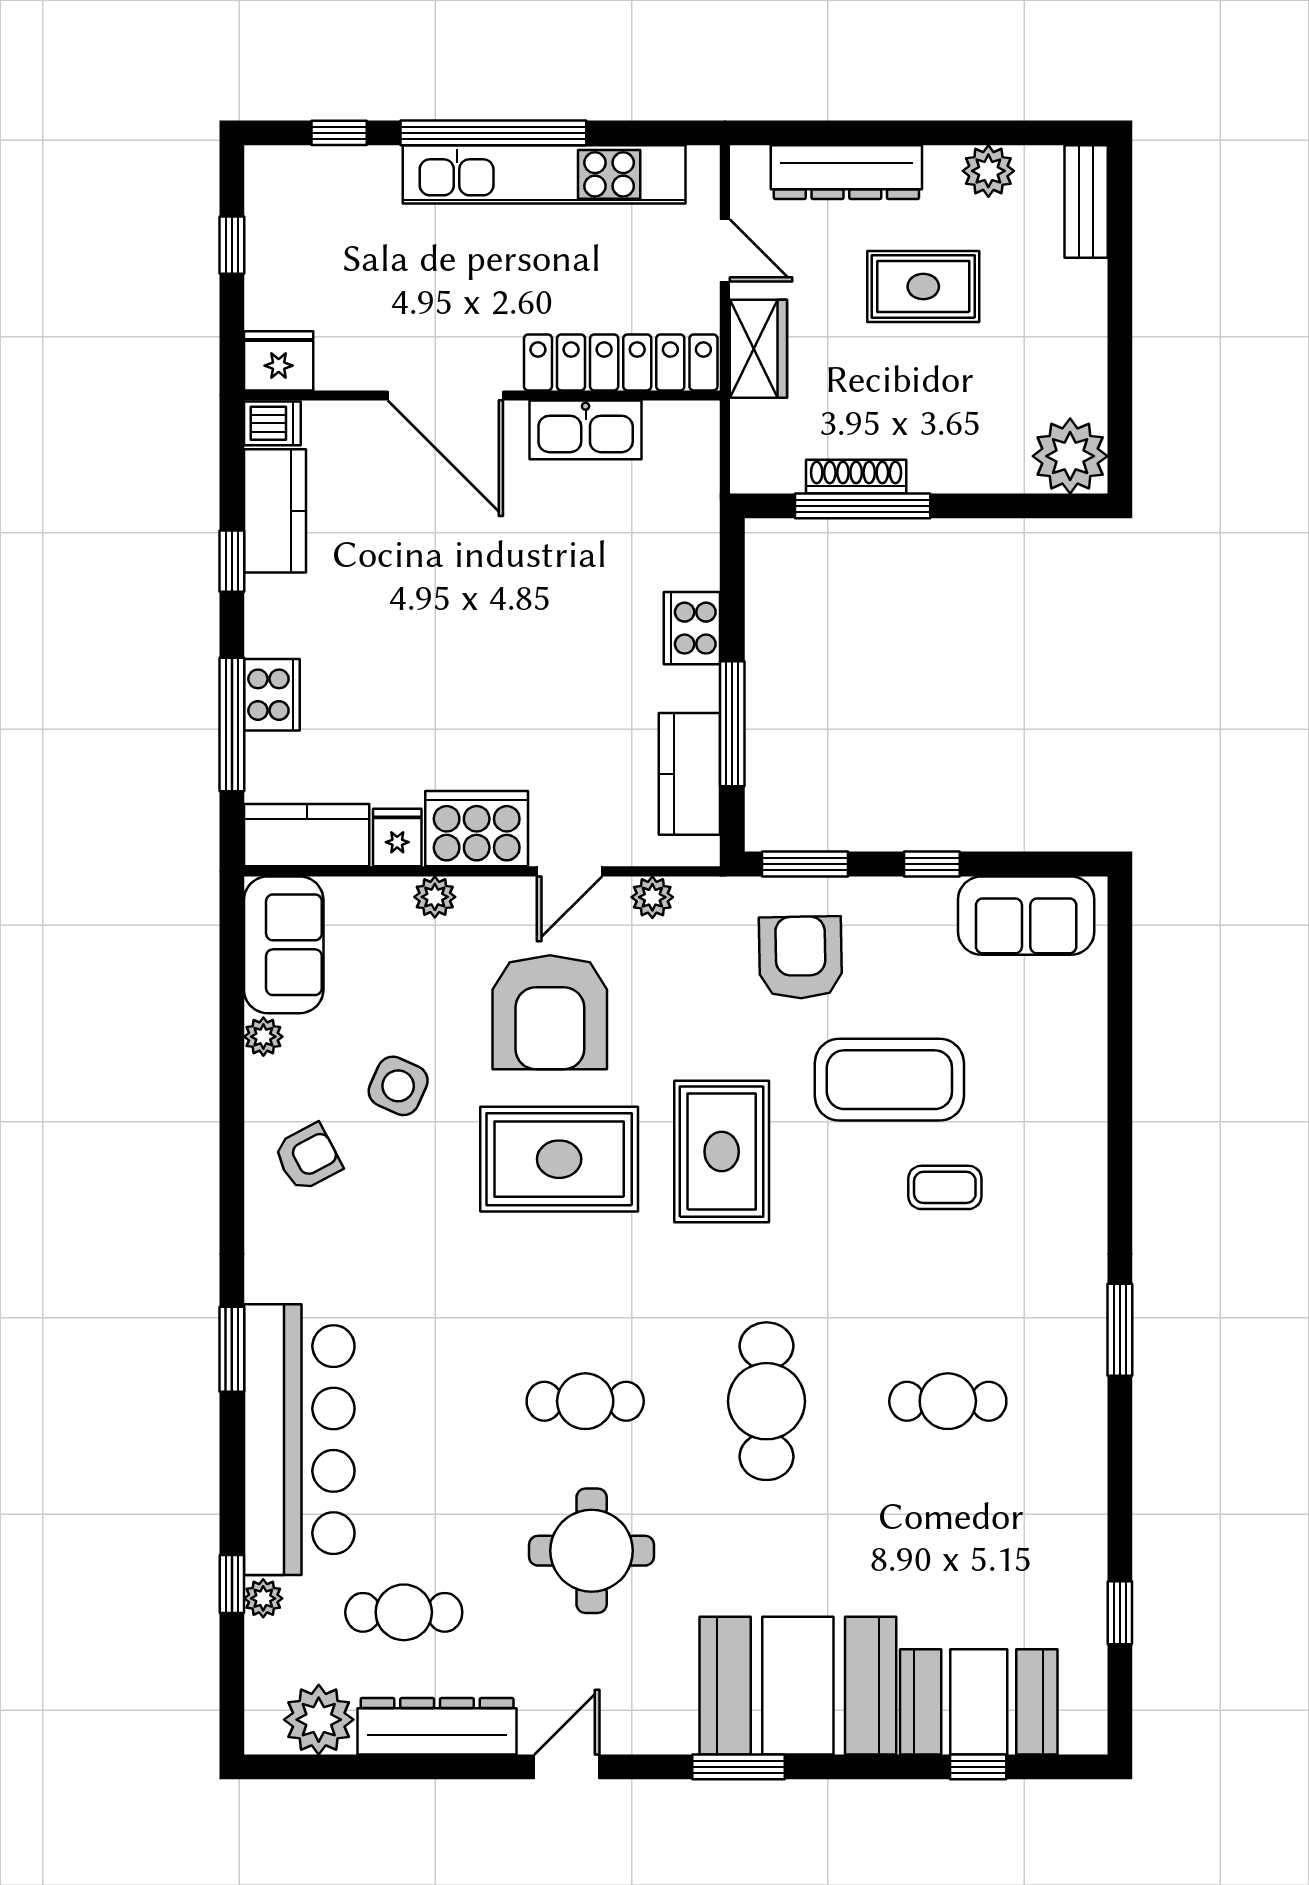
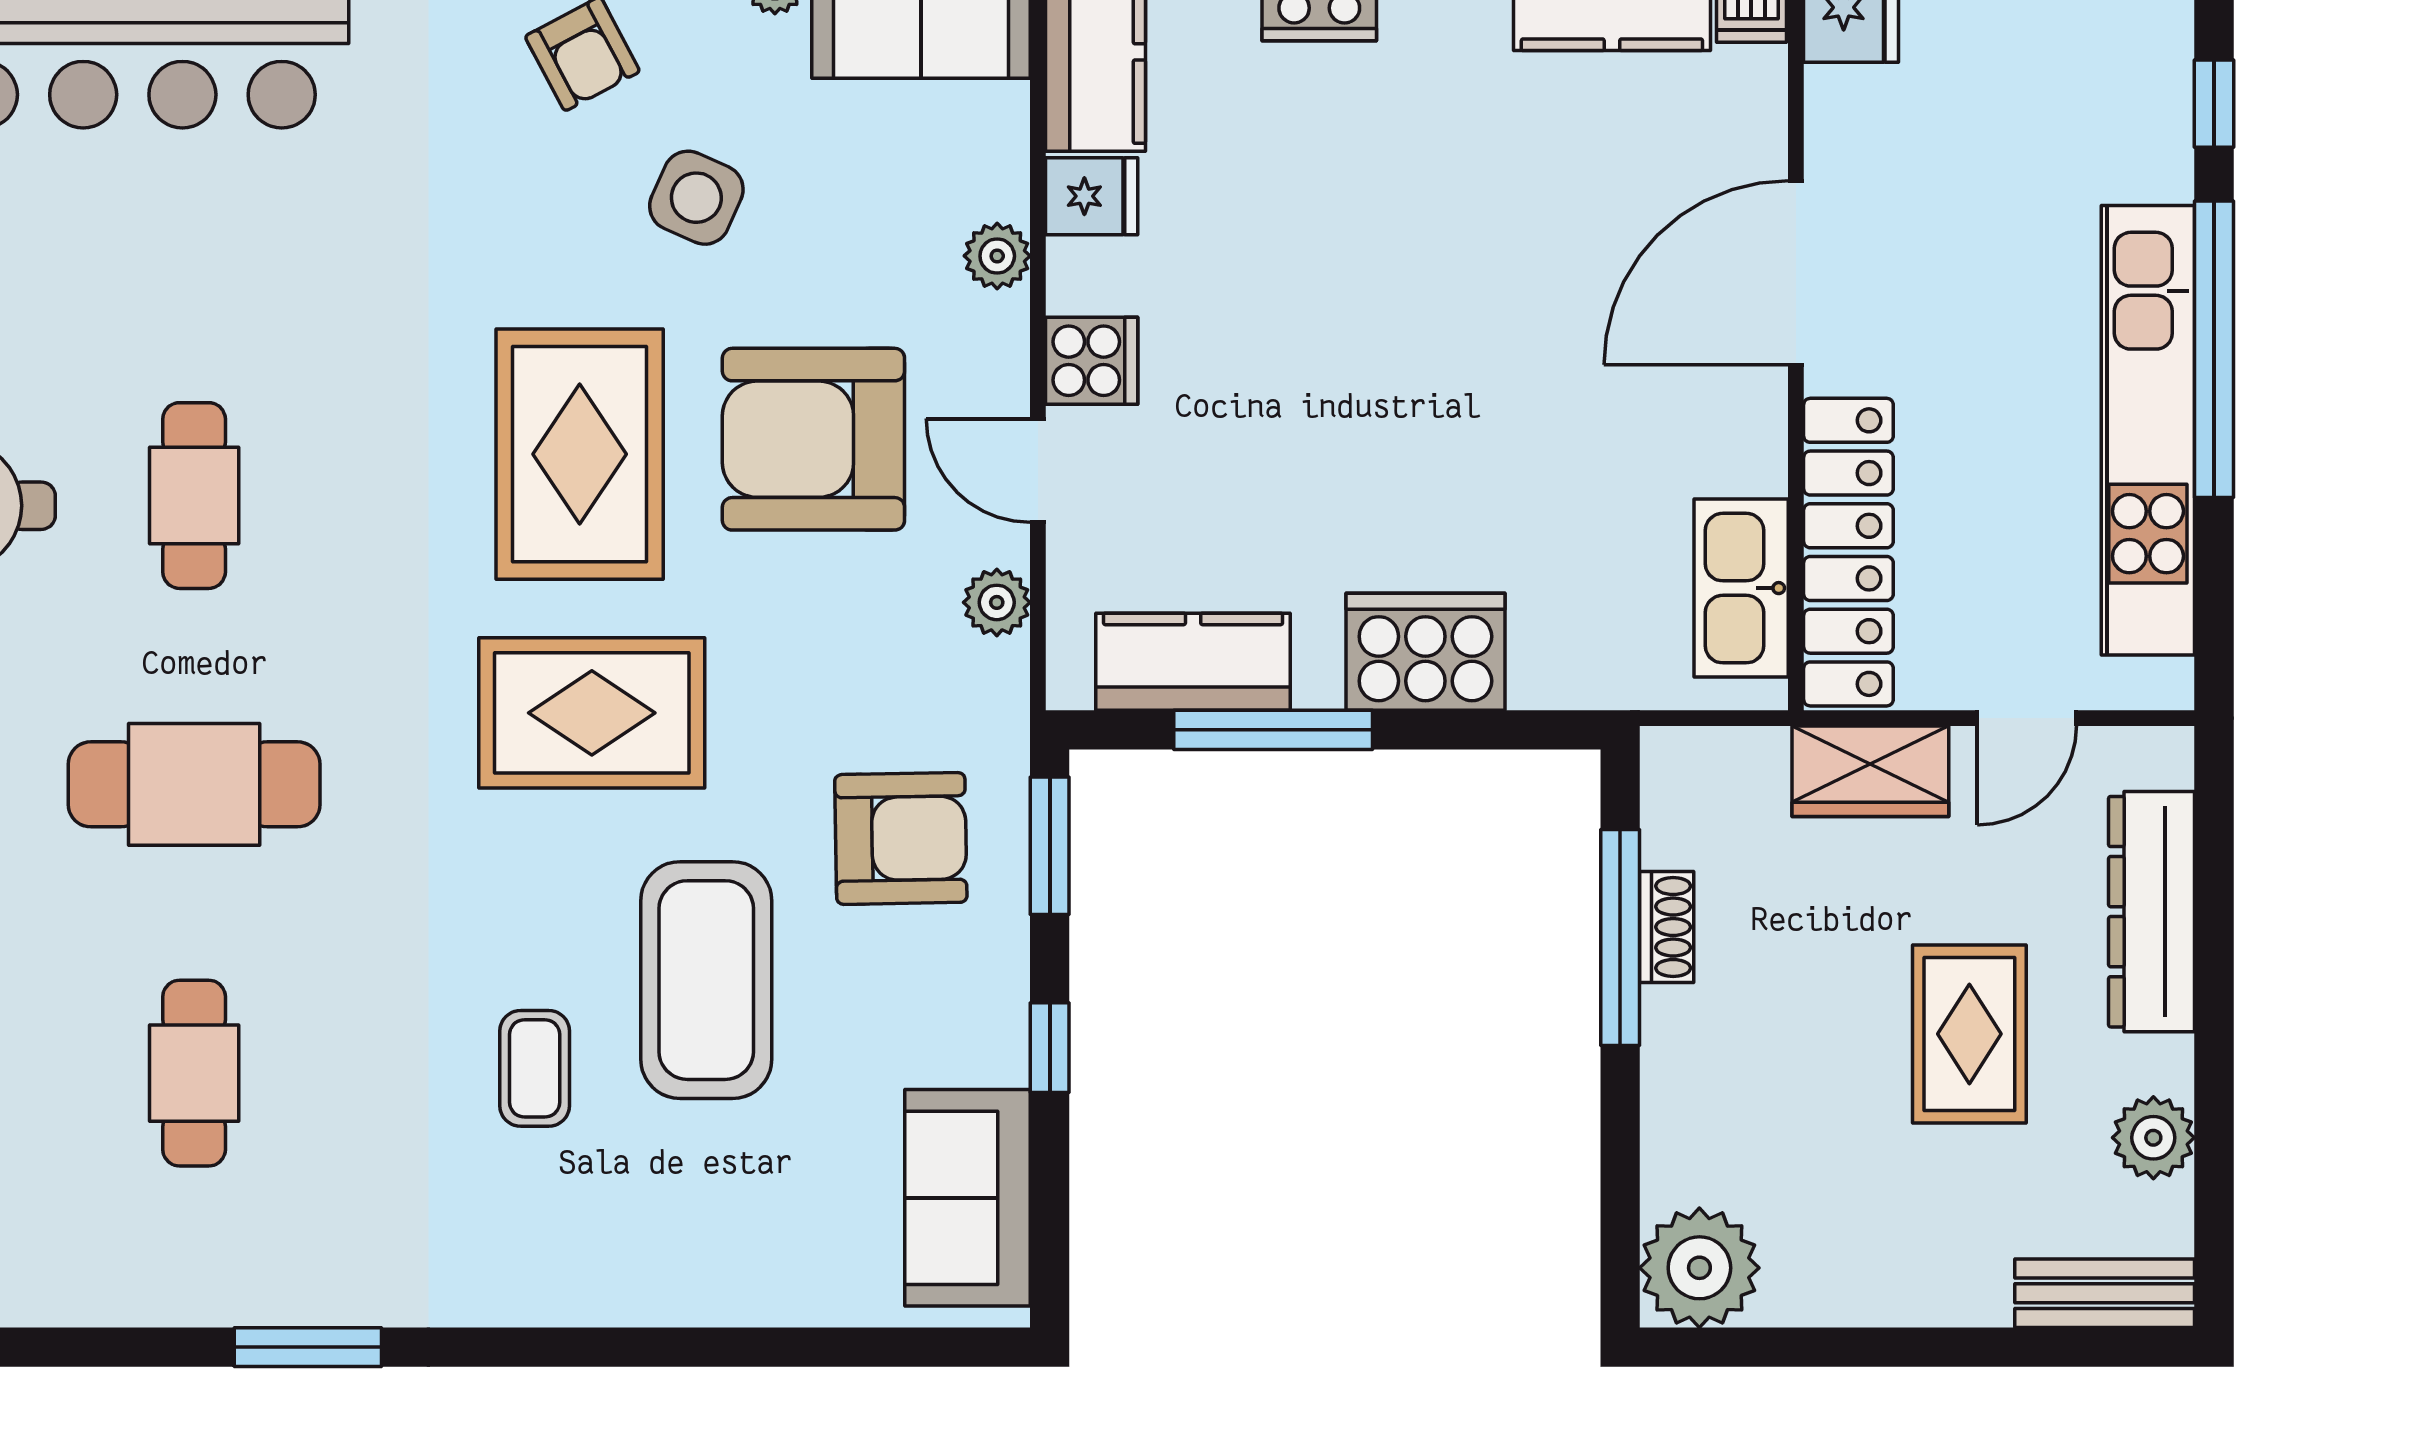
kitchen sink: (586, 430) -> (1741, 588), moved
shoe rack: (856, 477) -> (1667, 927), width x0.70
cooker: (692, 628) -> (1425, 652), width x1.37, depth x1.31
cooker: (477, 829) -> (1092, 361), width x0.53, depth x0.76

